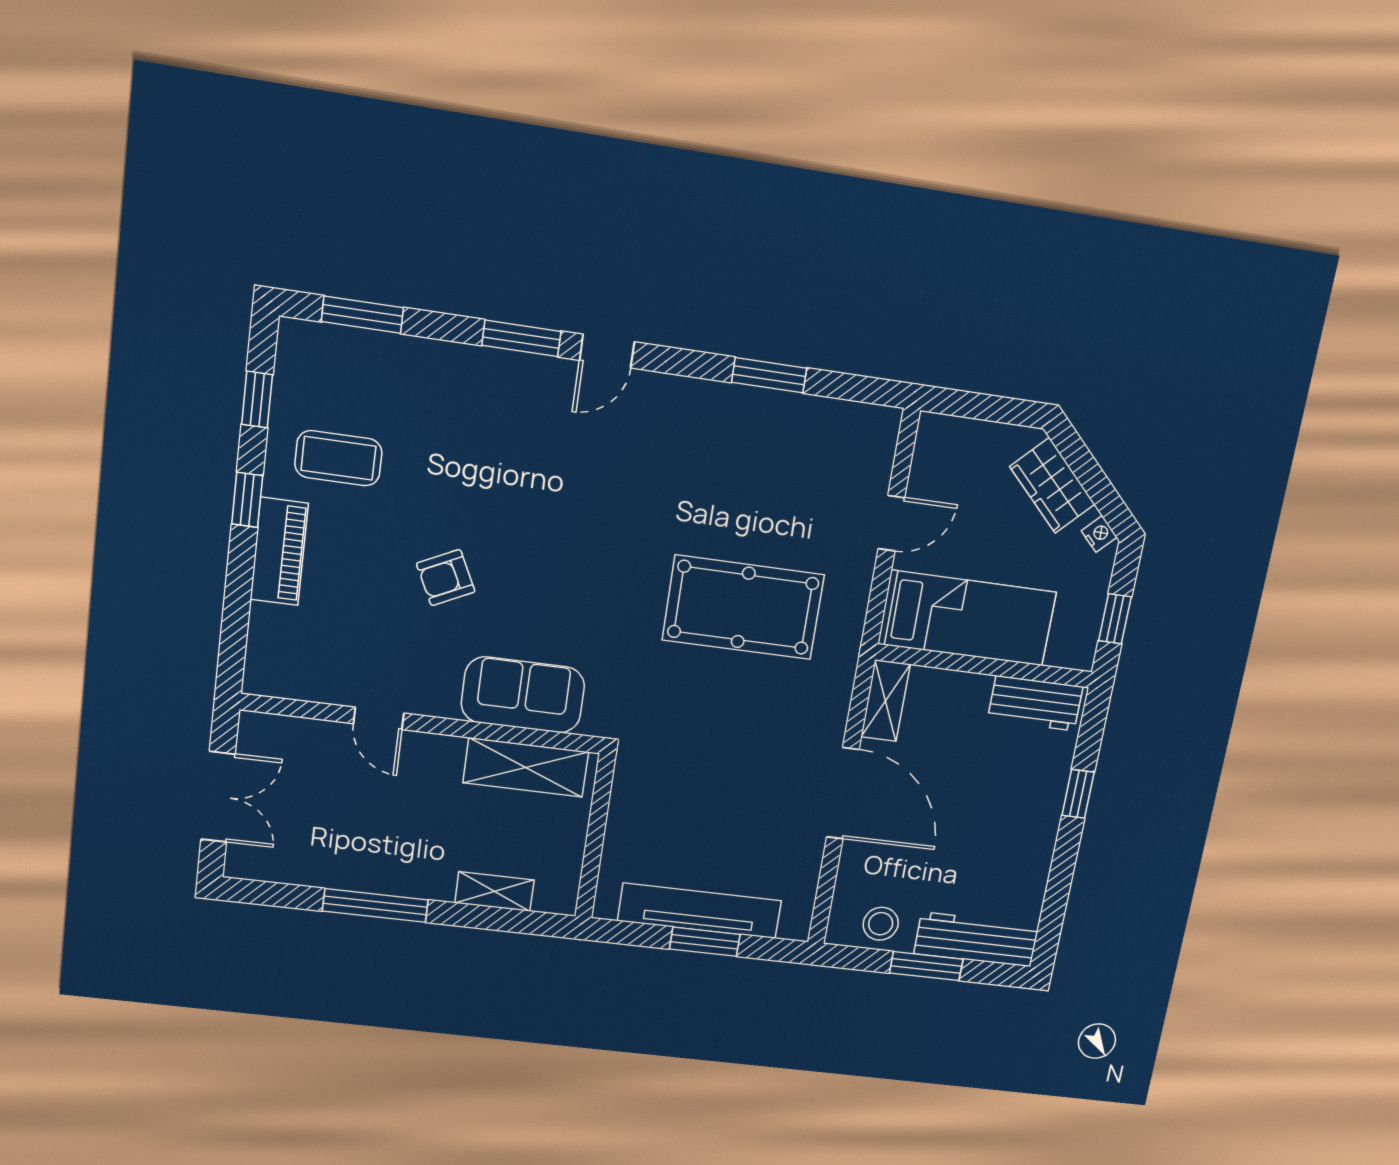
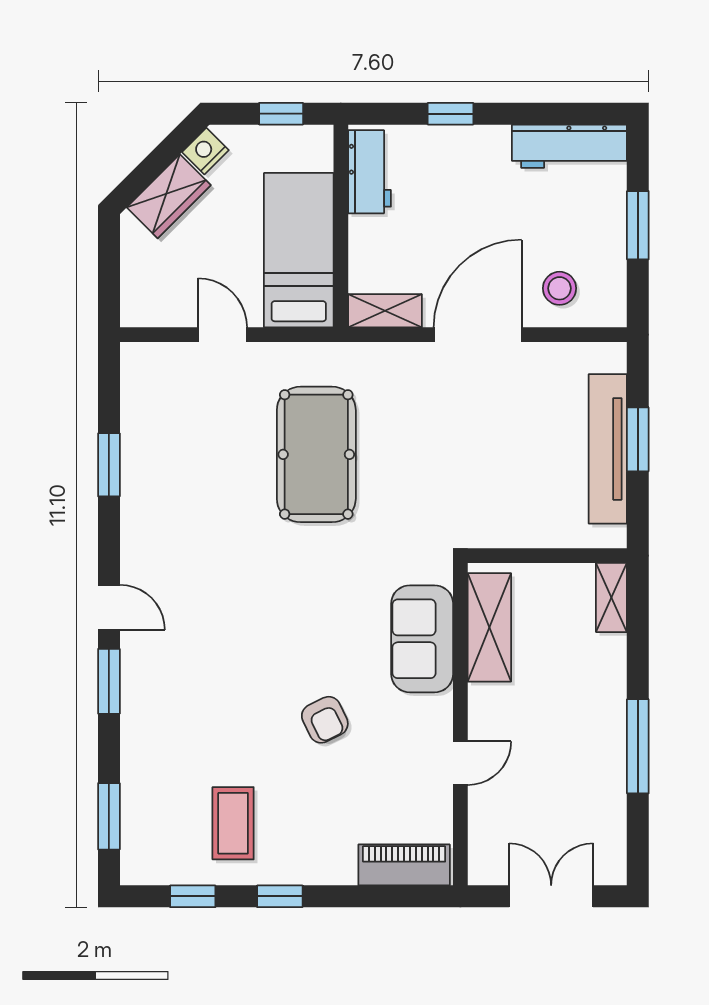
nightstand: (1099, 534) -> (205, 151), width x1.39, depth x1.35
piano: (279, 551) -> (404, 865), moved
shelving: (494, 892) -> (611, 597), moved
stool: (881, 924) -> (560, 288), moved
workbench: (976, 939) -> (569, 146), moved, turned -90

